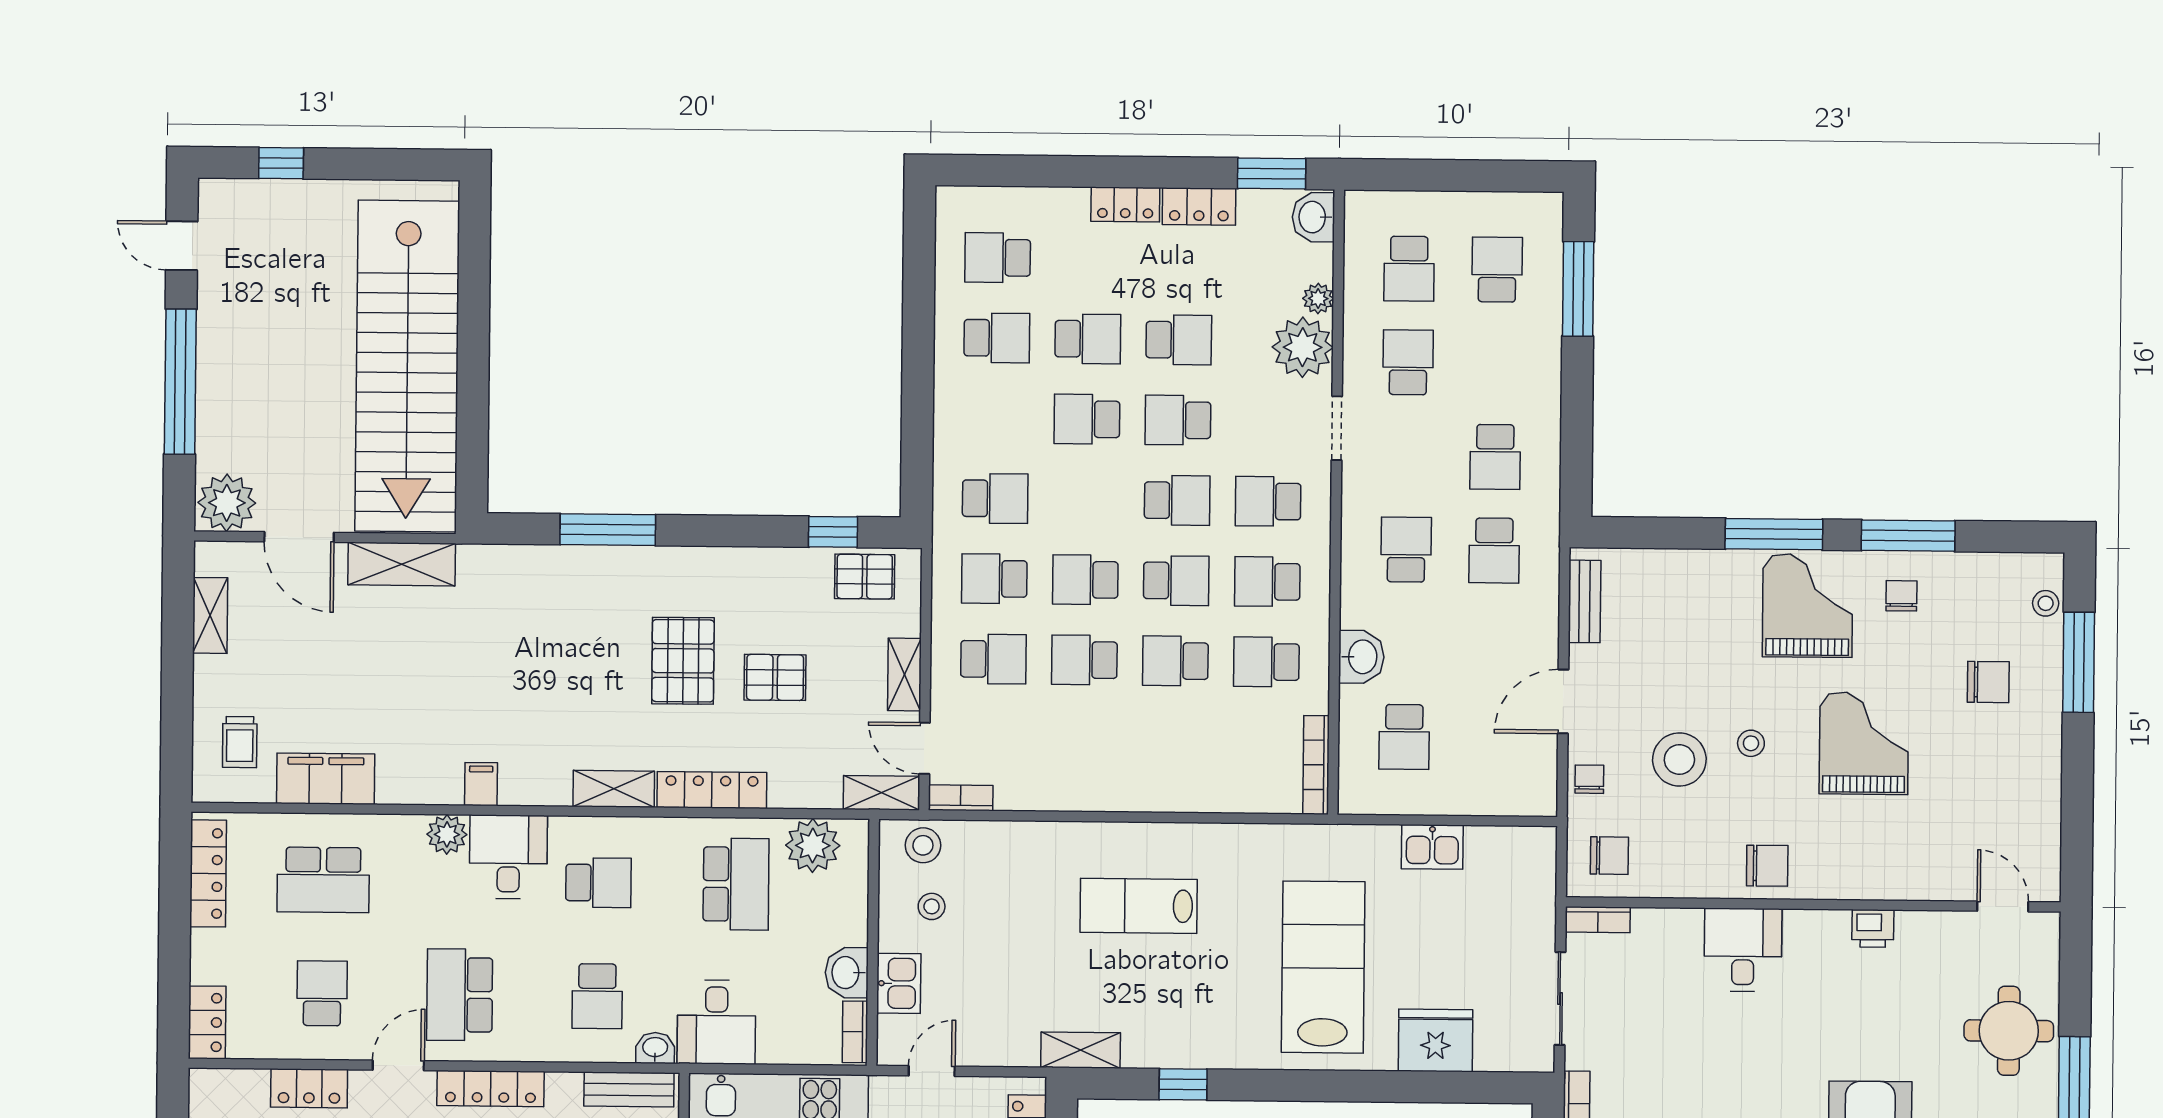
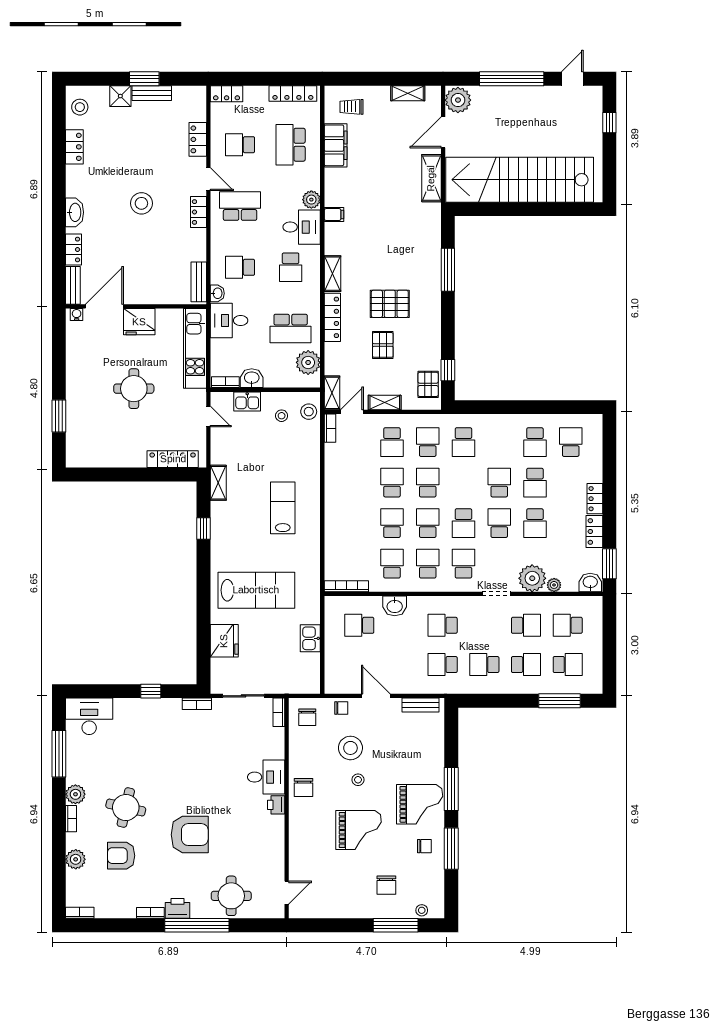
school desk: (1496, 363) -> (526, 665), added
school desk: (1406, 550) -> (443, 625), turned 180
school desk: (1176, 581) -> (428, 523), turned 180
printer: (1873, 928) -> (276, 805), moved
school desk: (322, 993) -> (240, 145), turned 180
locker: (491, 1089) -> (198, 212), width x0.66

